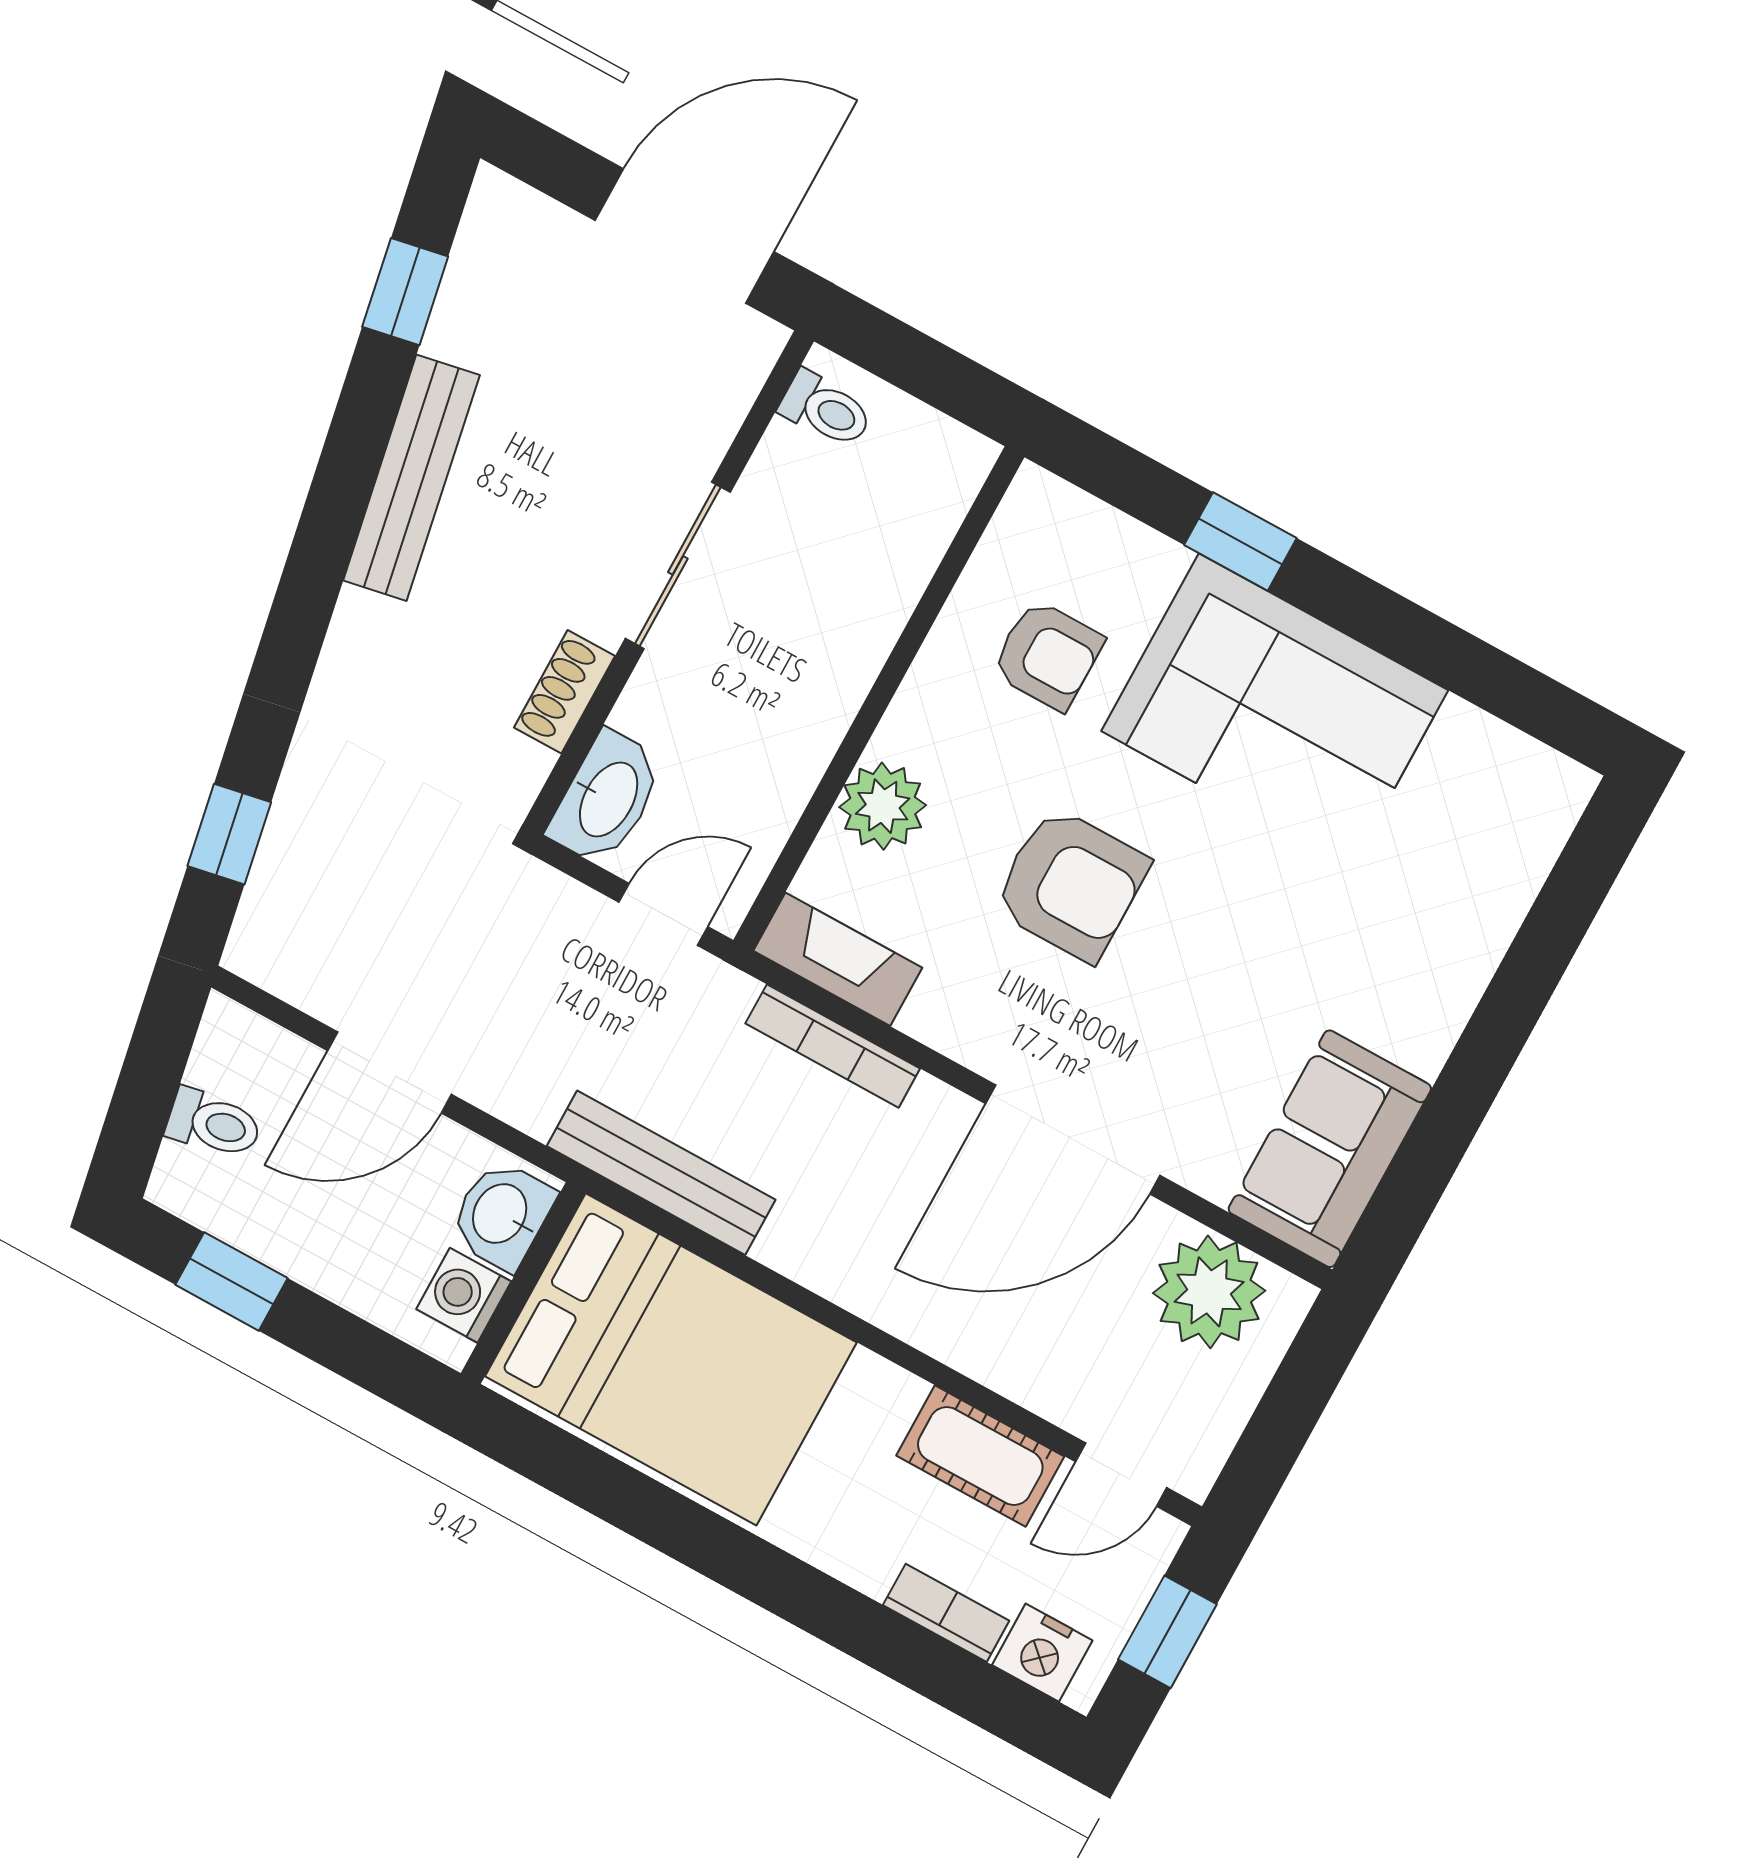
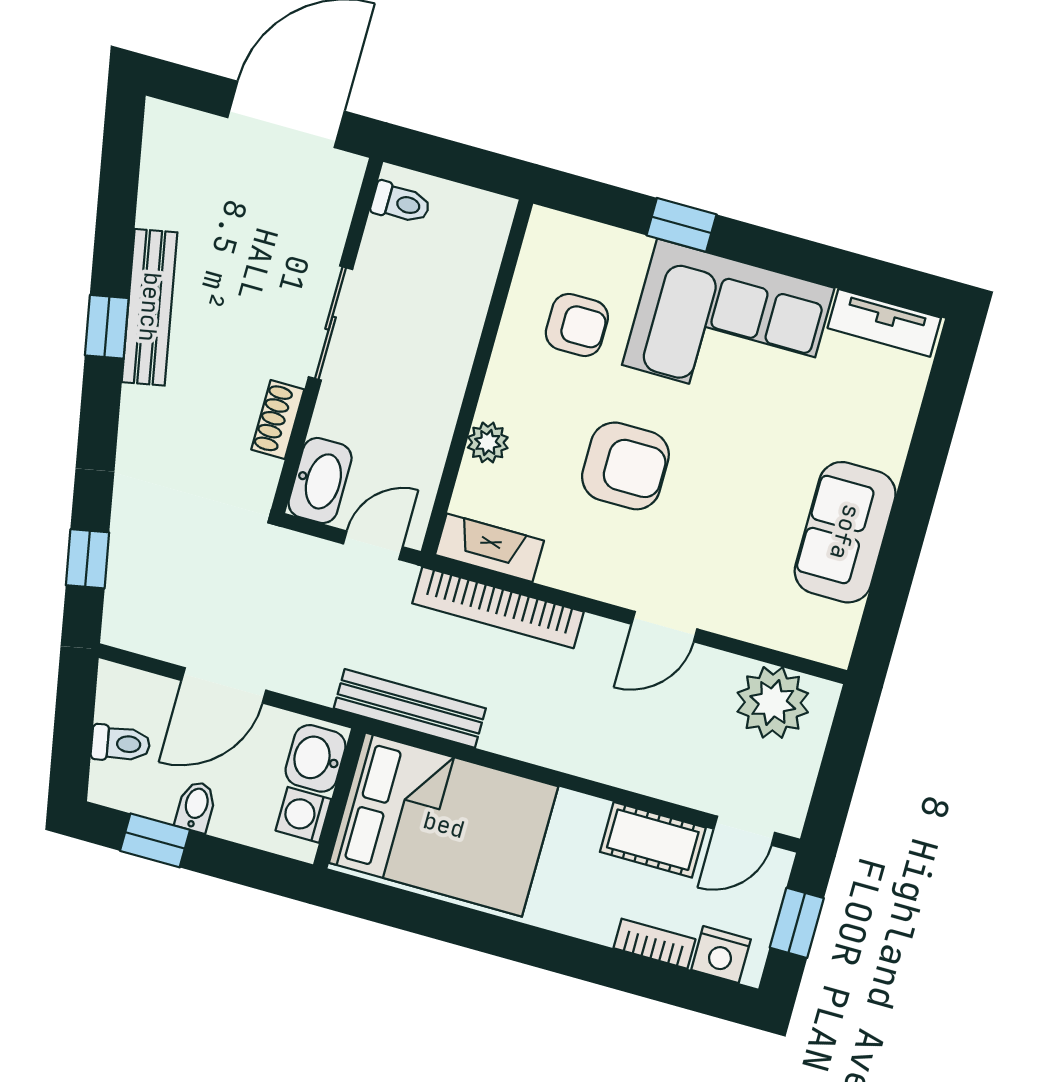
window: (405, 292) -> (107, 327), moved
tv unit: (1511, 760) -> (884, 323), added
plant: (883, 806) -> (488, 442), width x0.73, depth x0.73
bookcase: (833, 1046) -> (498, 607), width x1.48, depth x1.31
door: (1073, 1139) -> (664, 627), width x0.53
sofa: (1330, 1149) -> (845, 532), moved
bidet: (305, 1245) -> (196, 807), added

